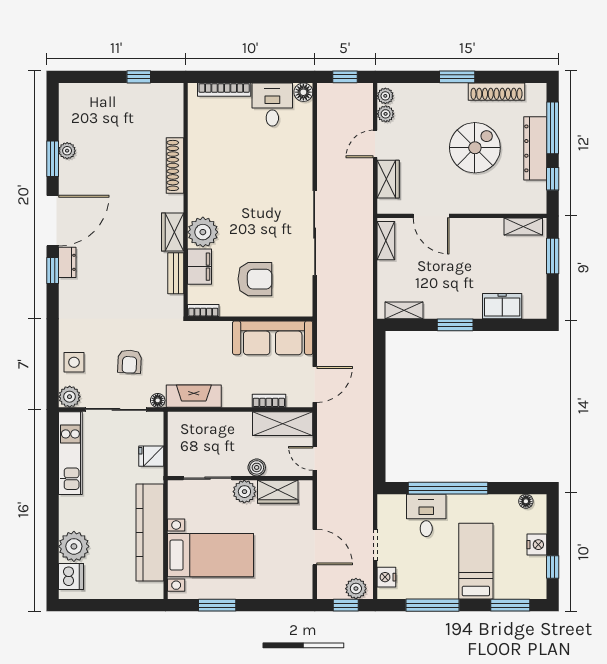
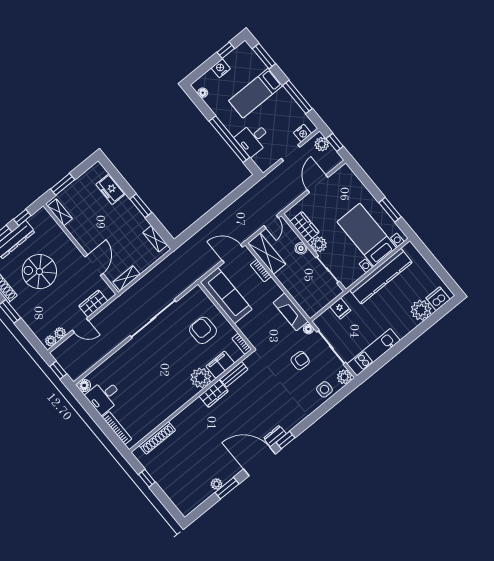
shoe rack: (175, 165) -> (157, 438), moved

